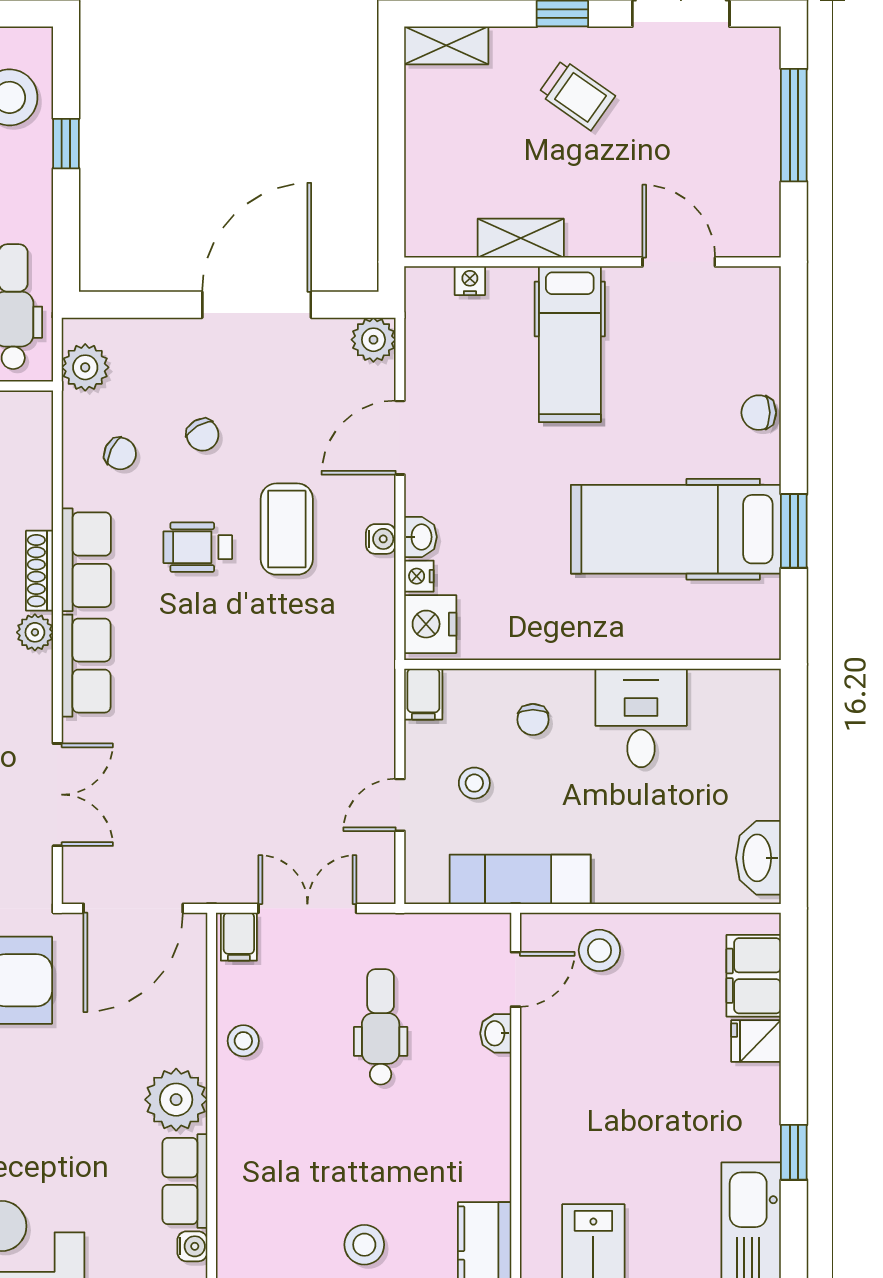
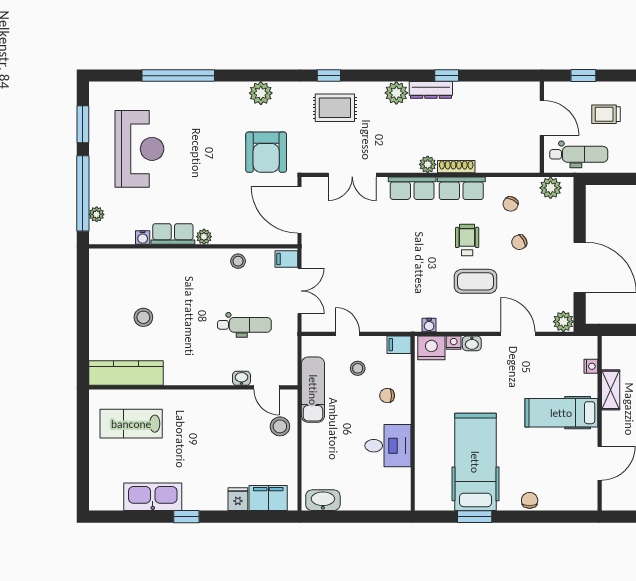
water cooler: (381, 539) -> (429, 325), moved
plant: (176, 1100) -> (204, 237), width x0.53, depth x0.53

